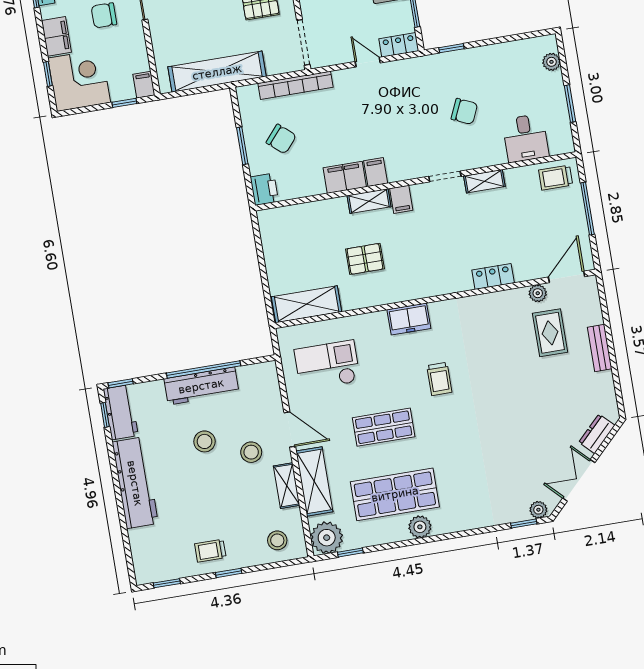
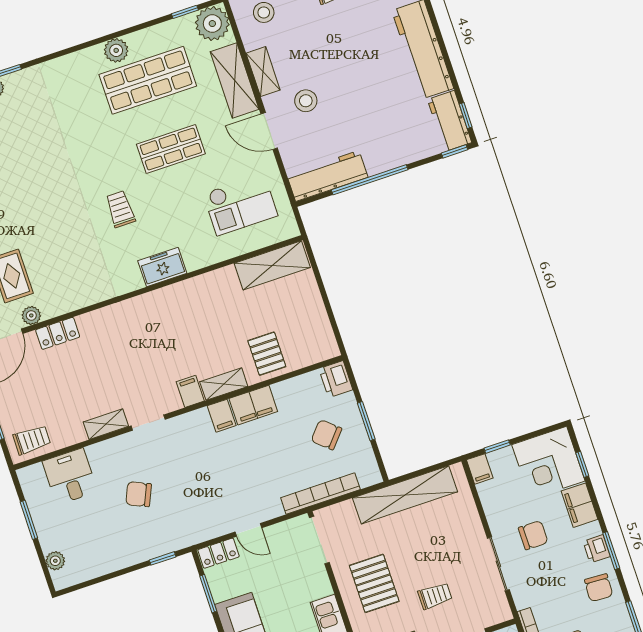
pallet: (365, 259) -> (267, 354), moved, turned 90
locker: (493, 276) -> (58, 333), moved
workbench: (201, 386) -> (327, 176), moved
stool: (205, 441) -> (357, 104), removed

